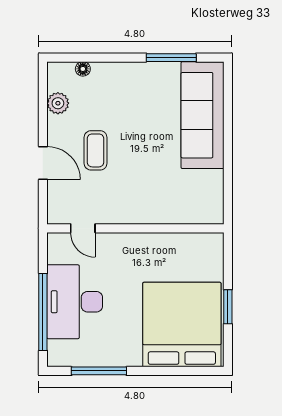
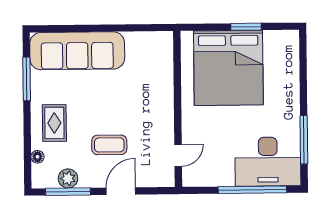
rug: (121, 88) -> (54, 123), added
window: (43, 103) -> (68, 192), added
desk: (75, 302) -> (268, 162), moved
bed: (182, 325) -> (228, 68), moved, turned -90

